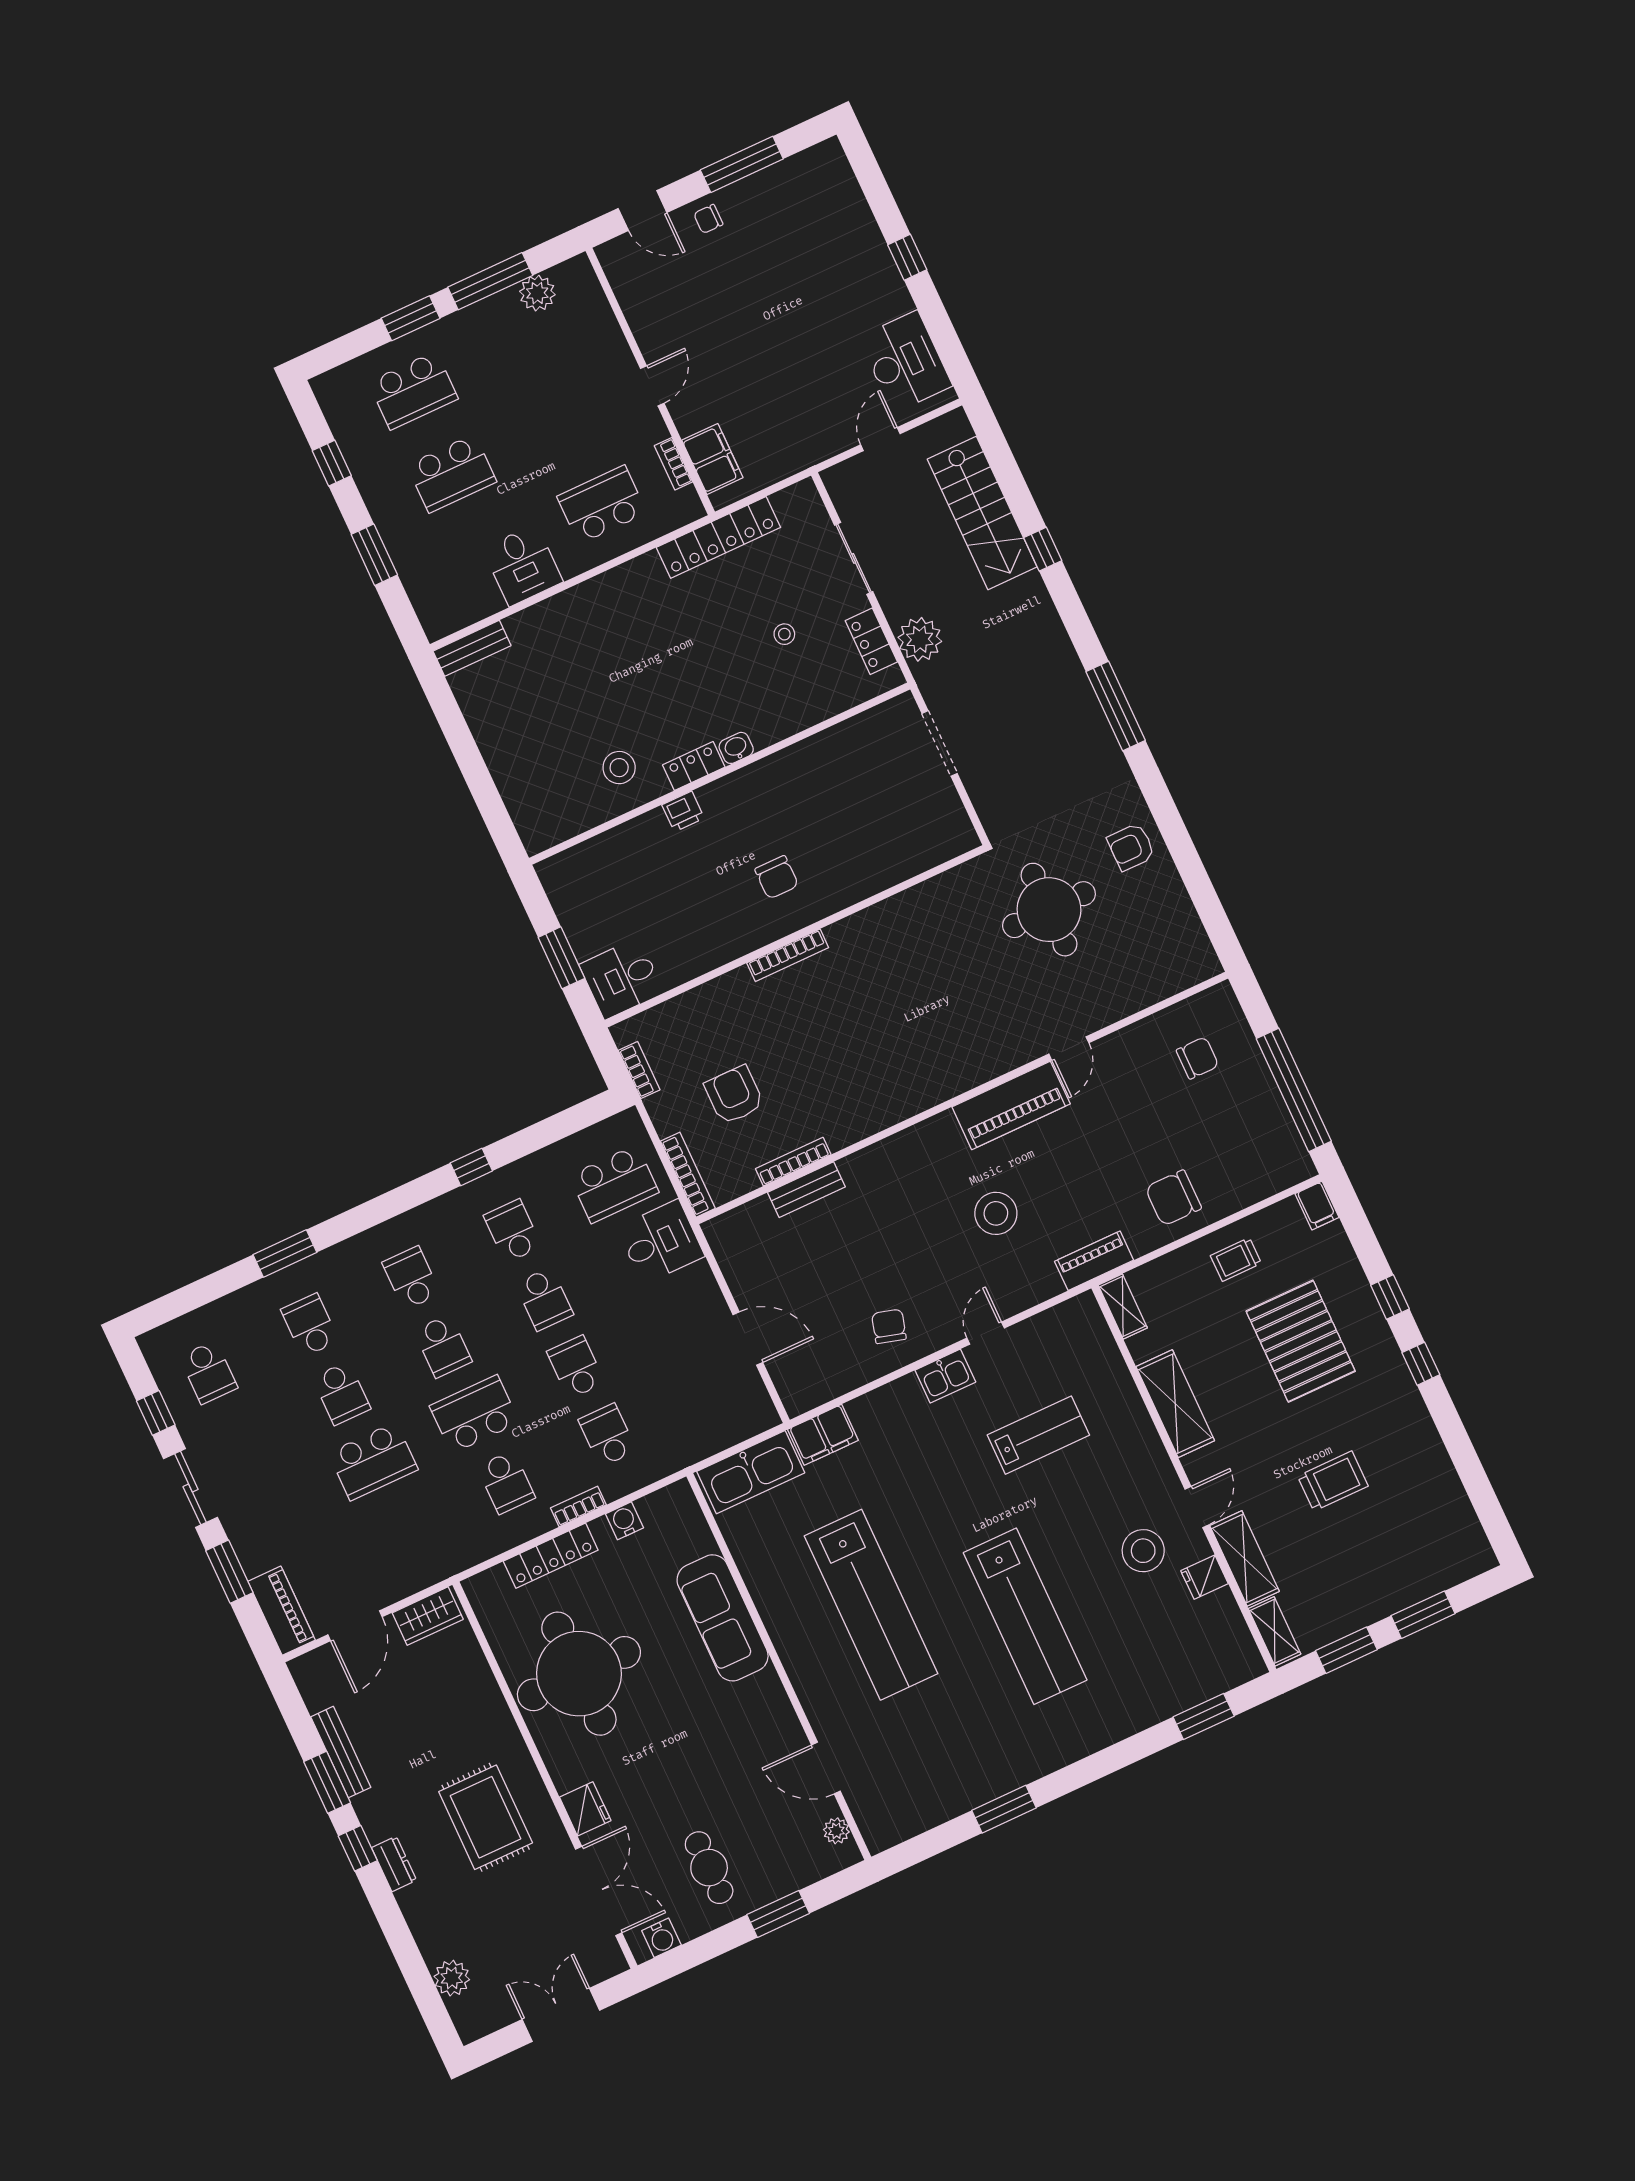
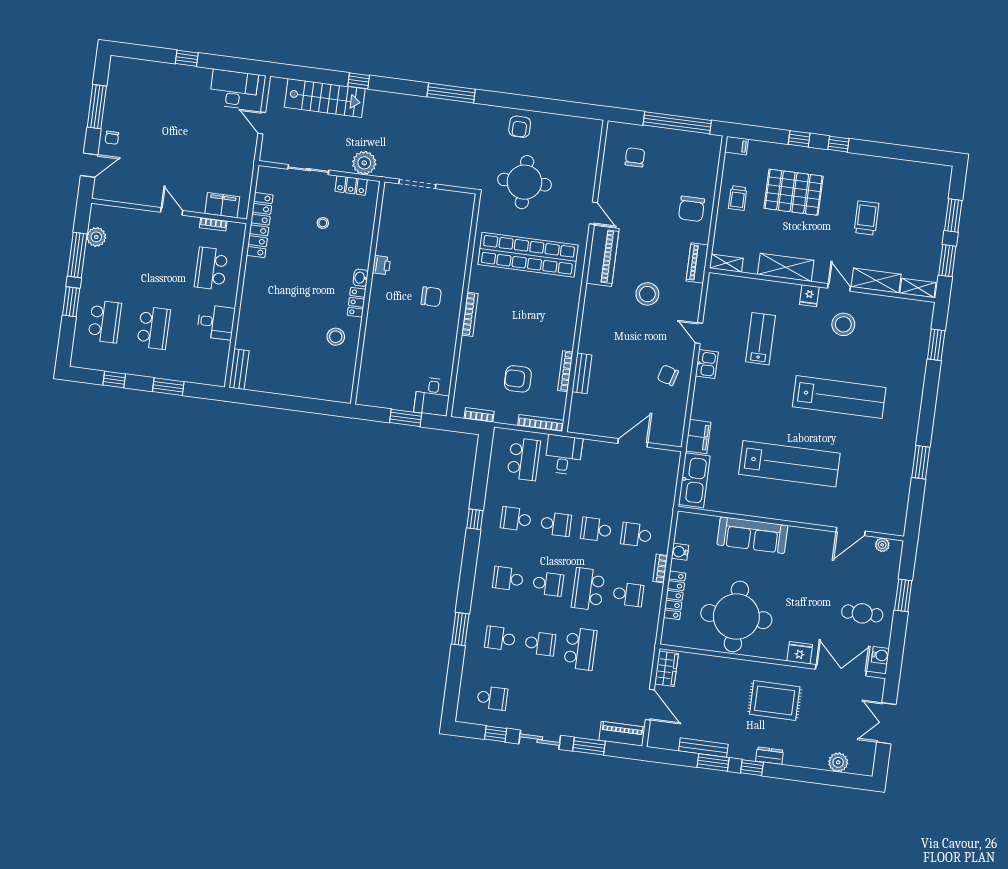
printer: (683, 811) -> (381, 265), moved
shop shelf: (939, 987) -> (528, 255), added
fridge: (1204, 1577) -> (809, 296), moved

